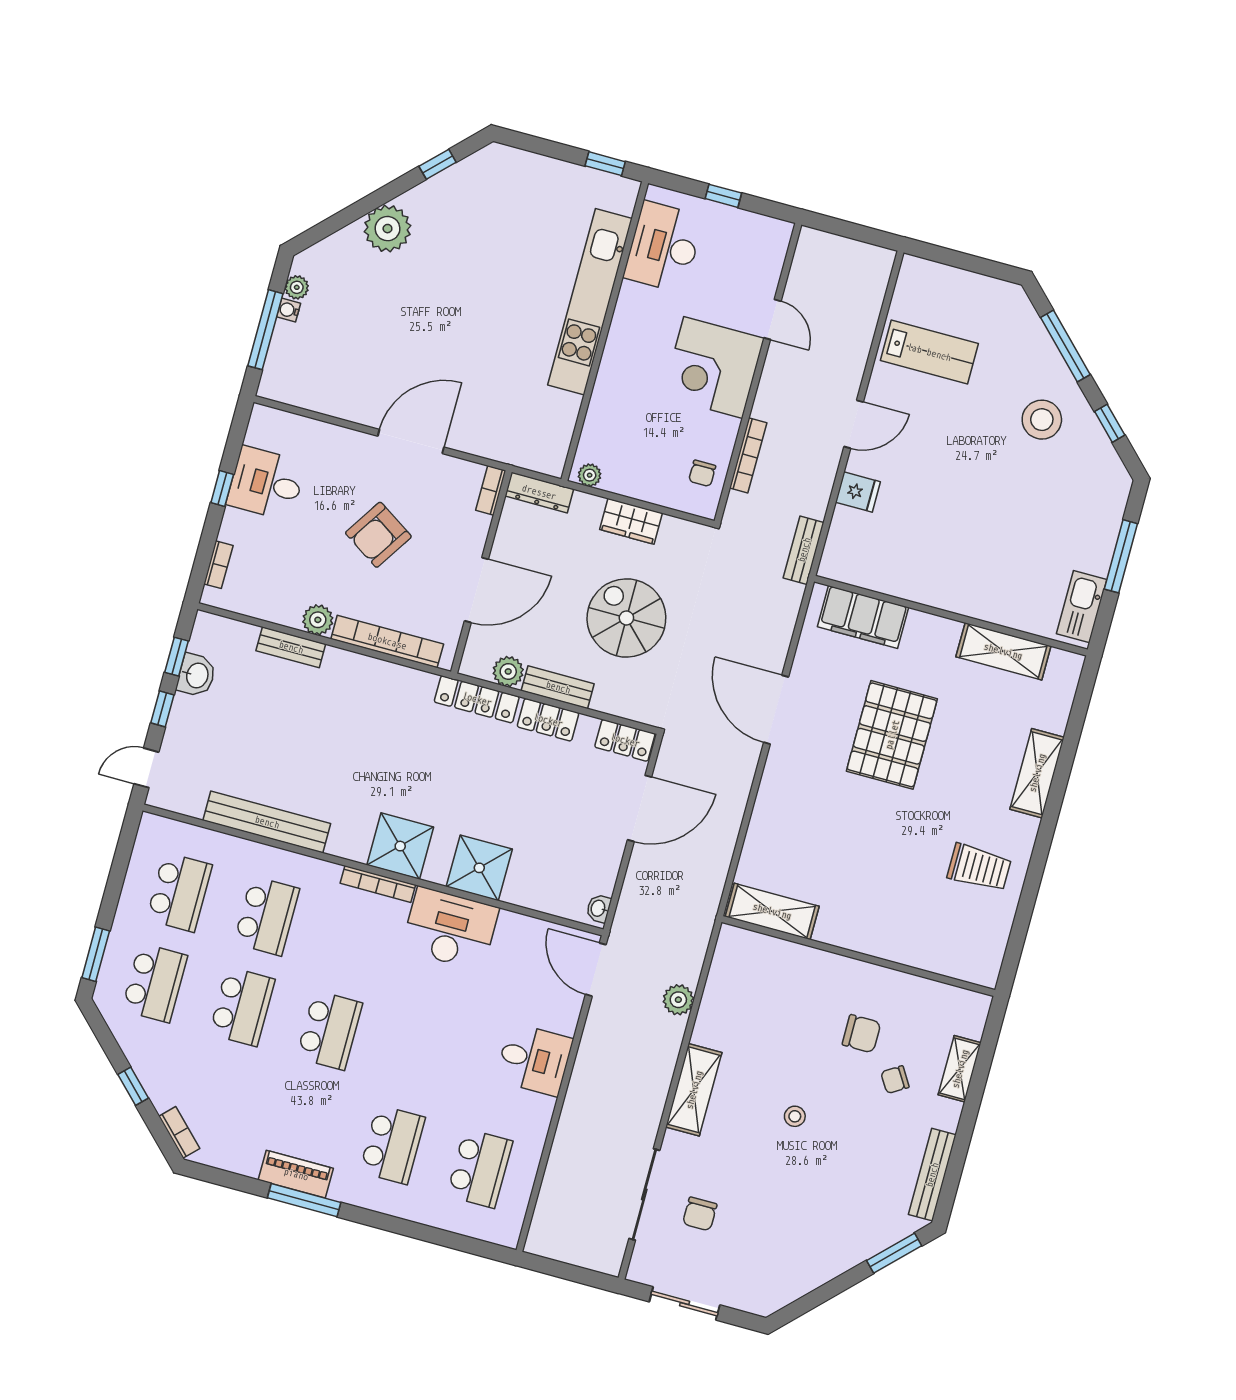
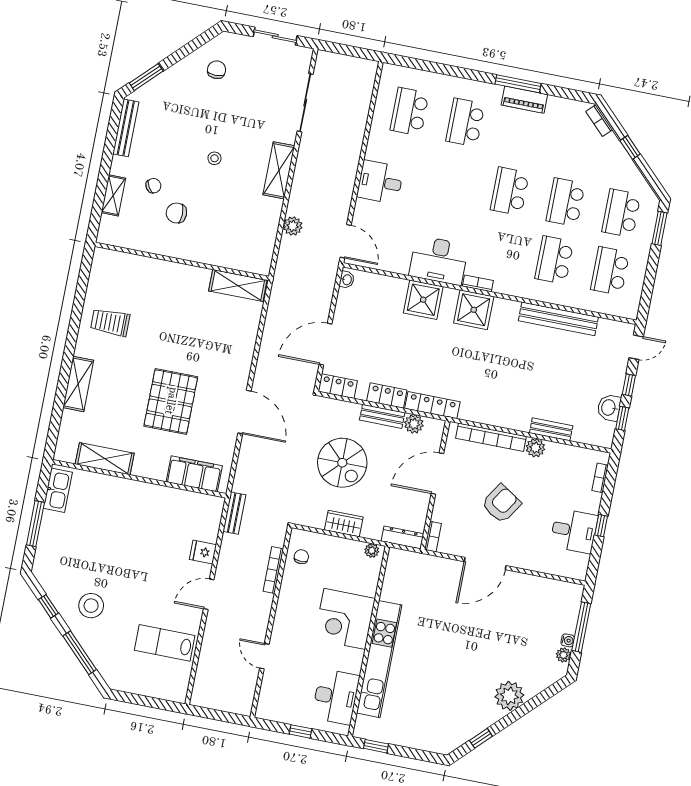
corner desk: (713, 367) -> (345, 619), moved, turned 180
bookcase: (378, 884) -> (478, 283), width x0.64
chair: (700, 1214) -> (217, 70), moved

